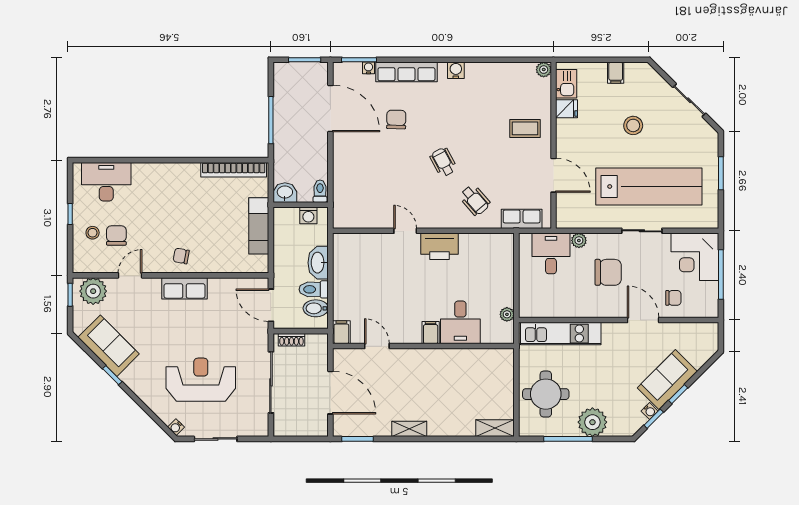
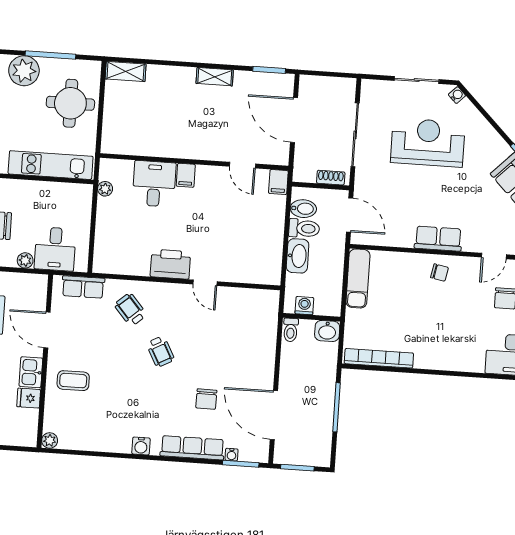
kitchen sink: (566, 84) -> (31, 372), moved
exam couch: (259, 226) -> (358, 279), moved
reception desk: (201, 380) -> (428, 143), turned 180

